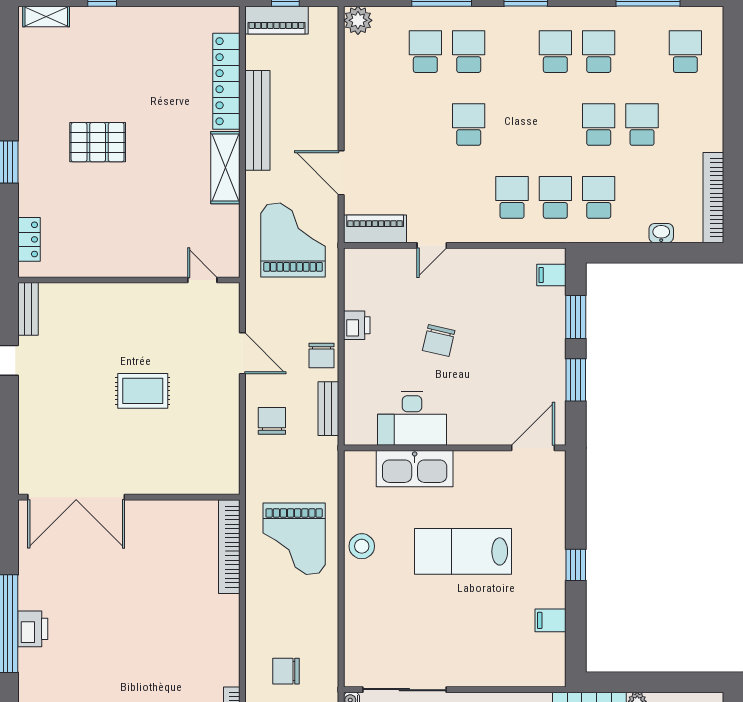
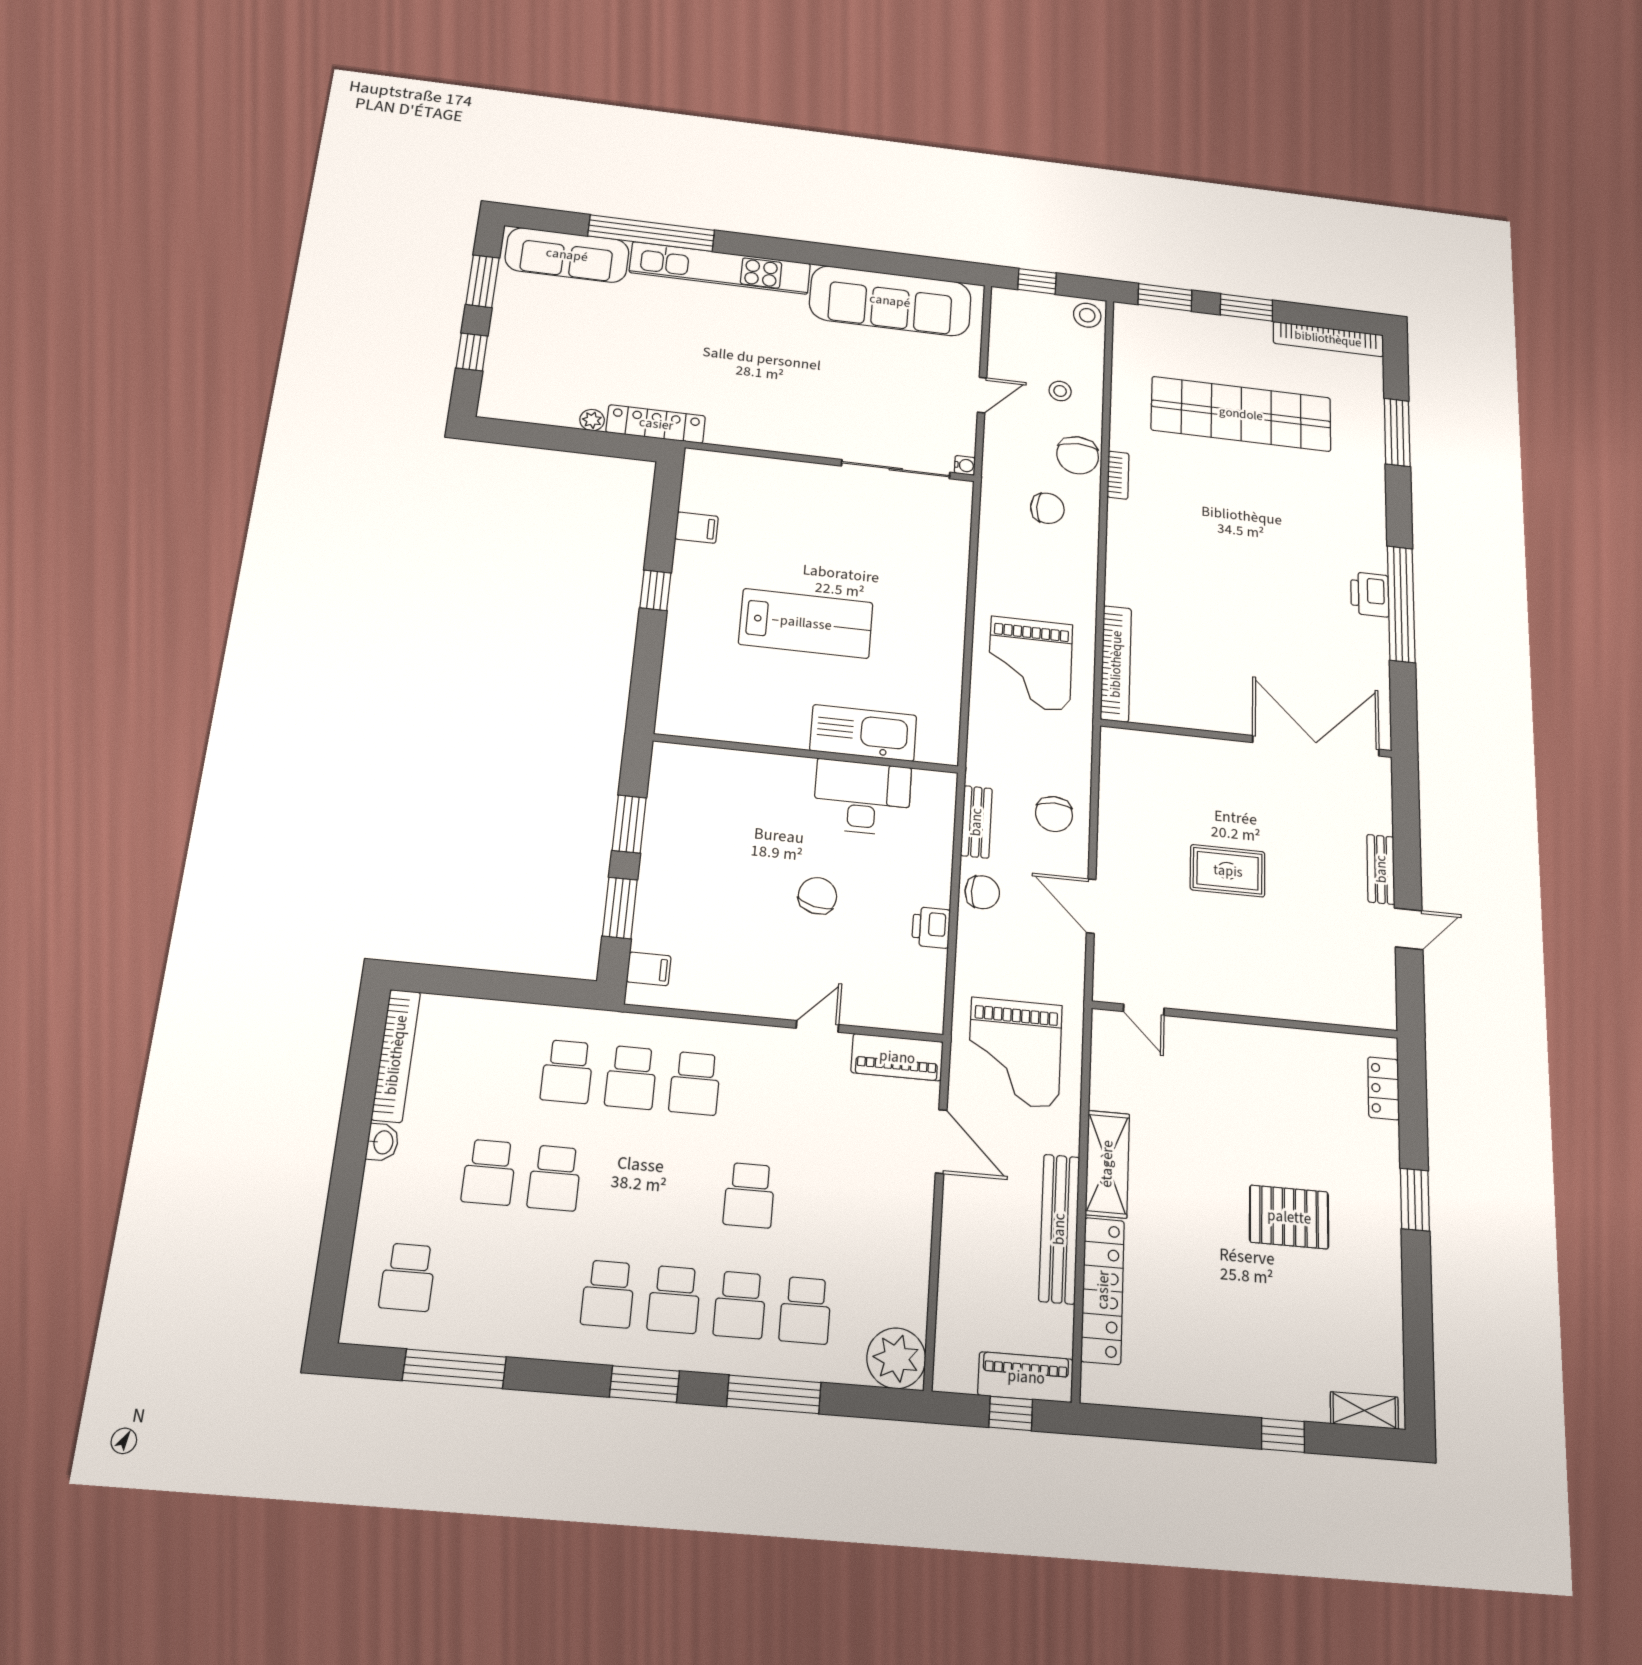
plant: (358, 20) -> (896, 1358), width x1.36, depth x1.36
school desk: (599, 52) -> (674, 1299), moved
washbasin: (661, 233) -> (382, 1142), moved, turned -90
bench: (28, 309) -> (1381, 869), moved
chair: (321, 355) -> (982, 892), turned 90
door: (533, 448) -> (698, 742), removed
grand piano: (294, 539) -> (1030, 664), turned 180
stool: (362, 546) -> (941, 645), removed

